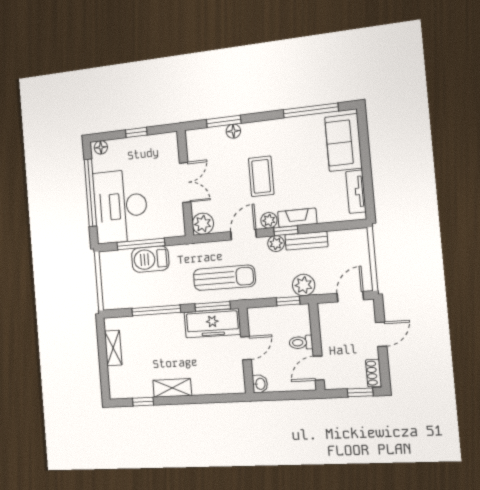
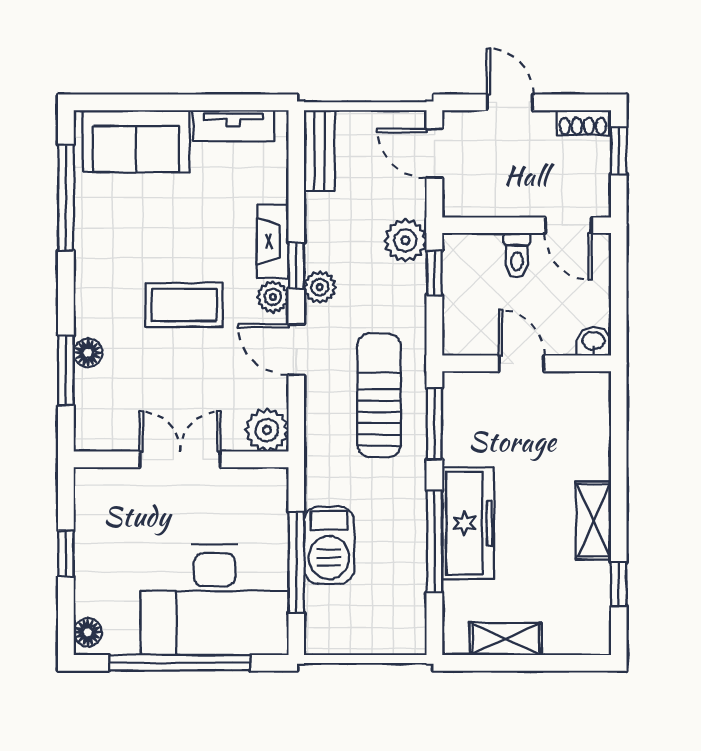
bench: (306, 241) -> (319, 151), moved
freezer: (212, 323) -> (468, 523), moved

